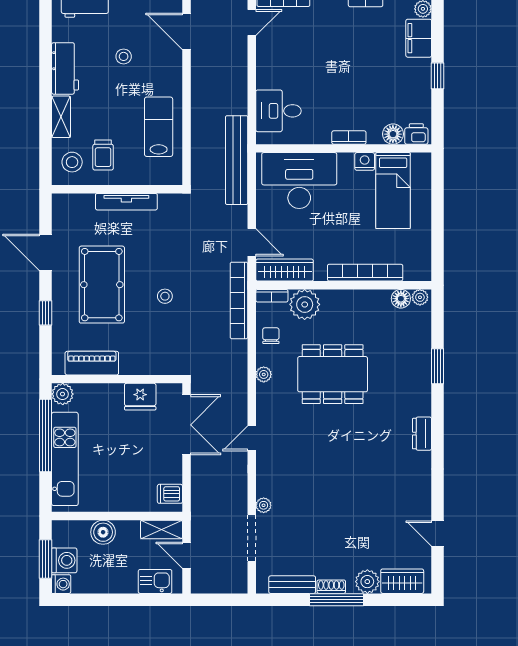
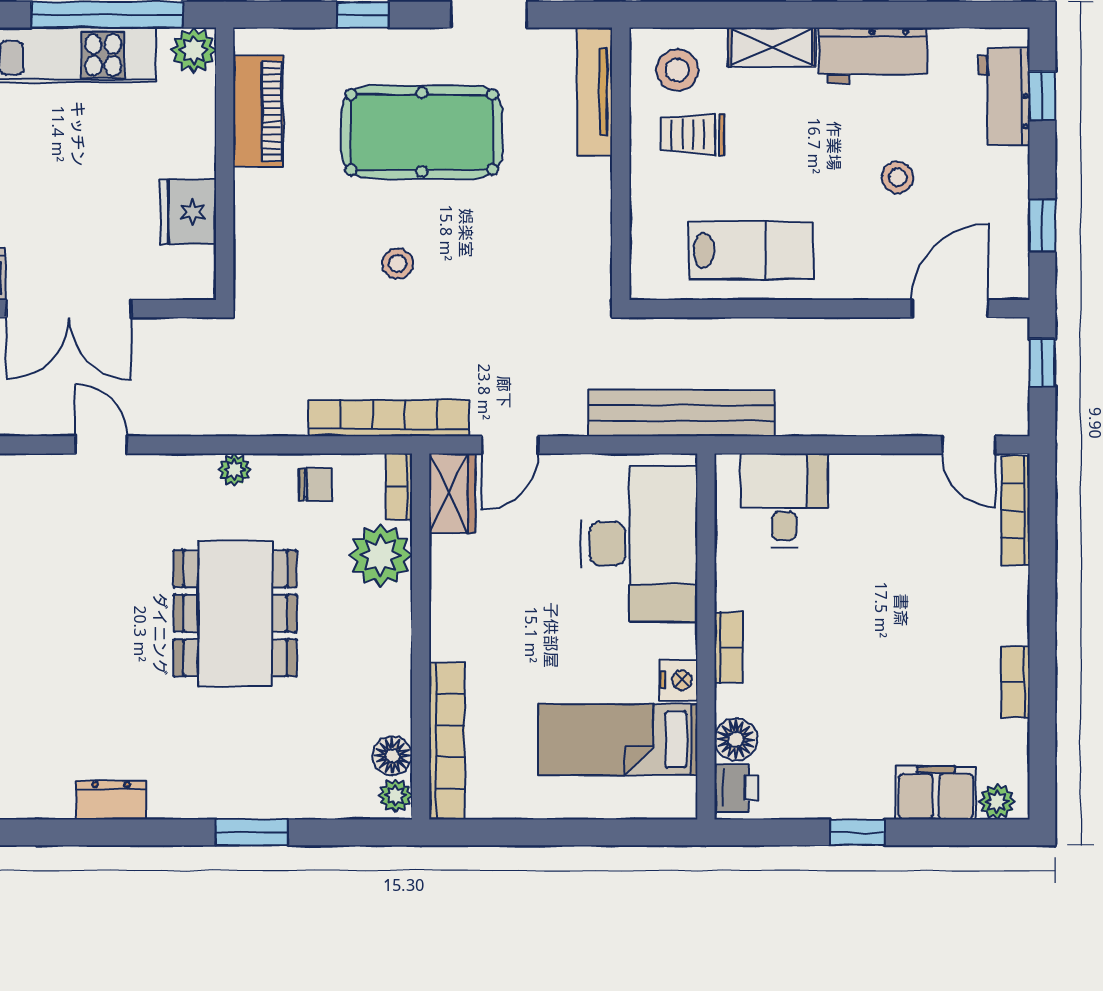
tv unit: (126, 202) -> (595, 92), moved
wardrobe: (285, 270) -> (452, 493), width x0.67
bookcase: (365, 273) -> (447, 741), moved
double door: (186, 425) -> (69, 309), moved

